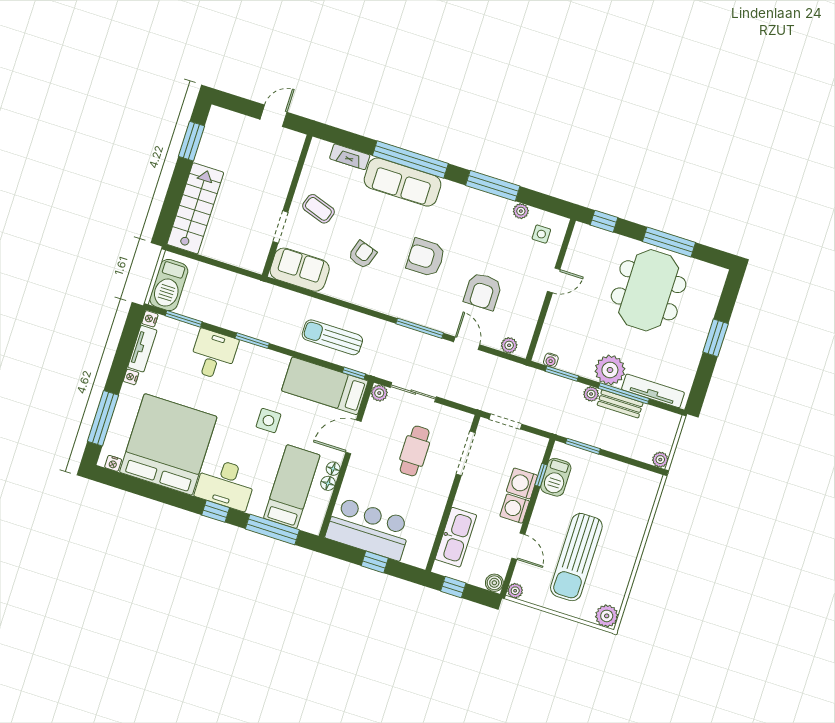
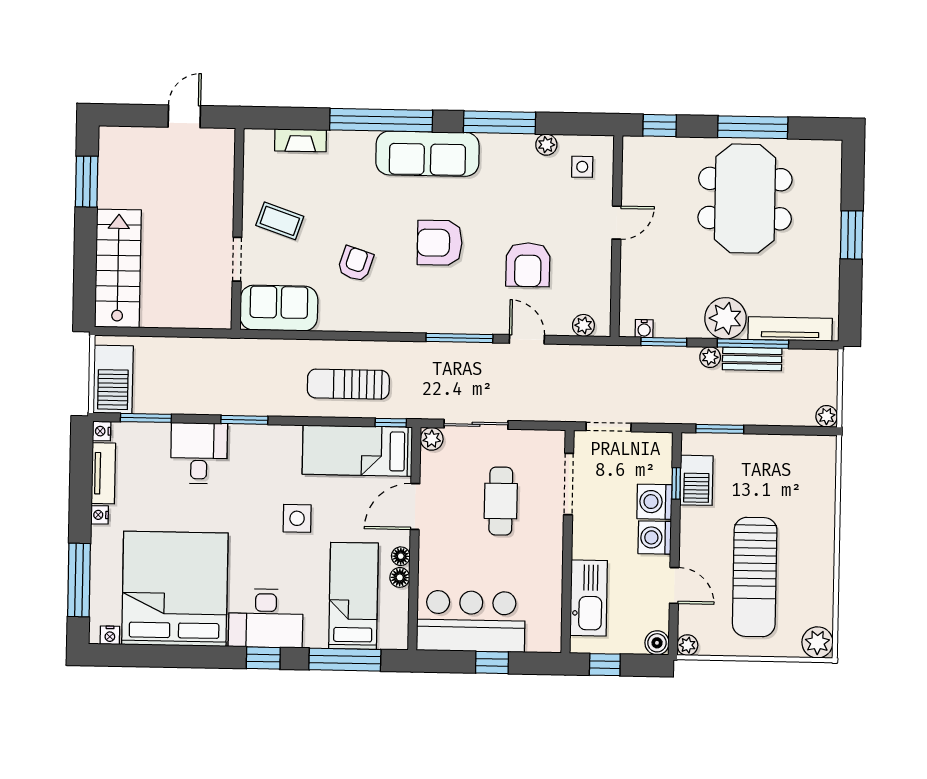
sofa: (403, 182) -> (427, 154), moved

